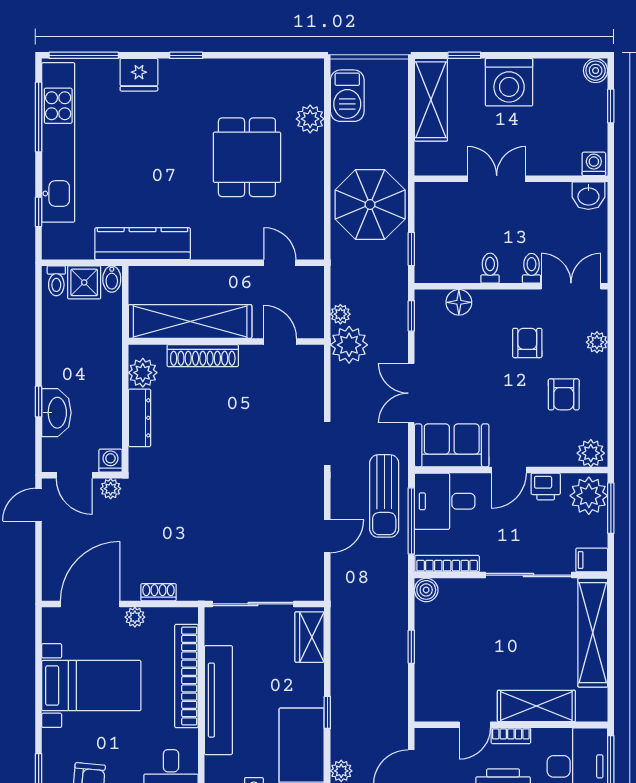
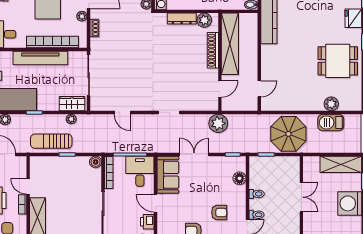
barbecue: (347, 96) -> (331, 122), moved
dining table: (247, 157) -> (338, 61), moved
plant: (340, 314) -> (71, 119), moved
sun lounger: (384, 496) -> (51, 141), moved

